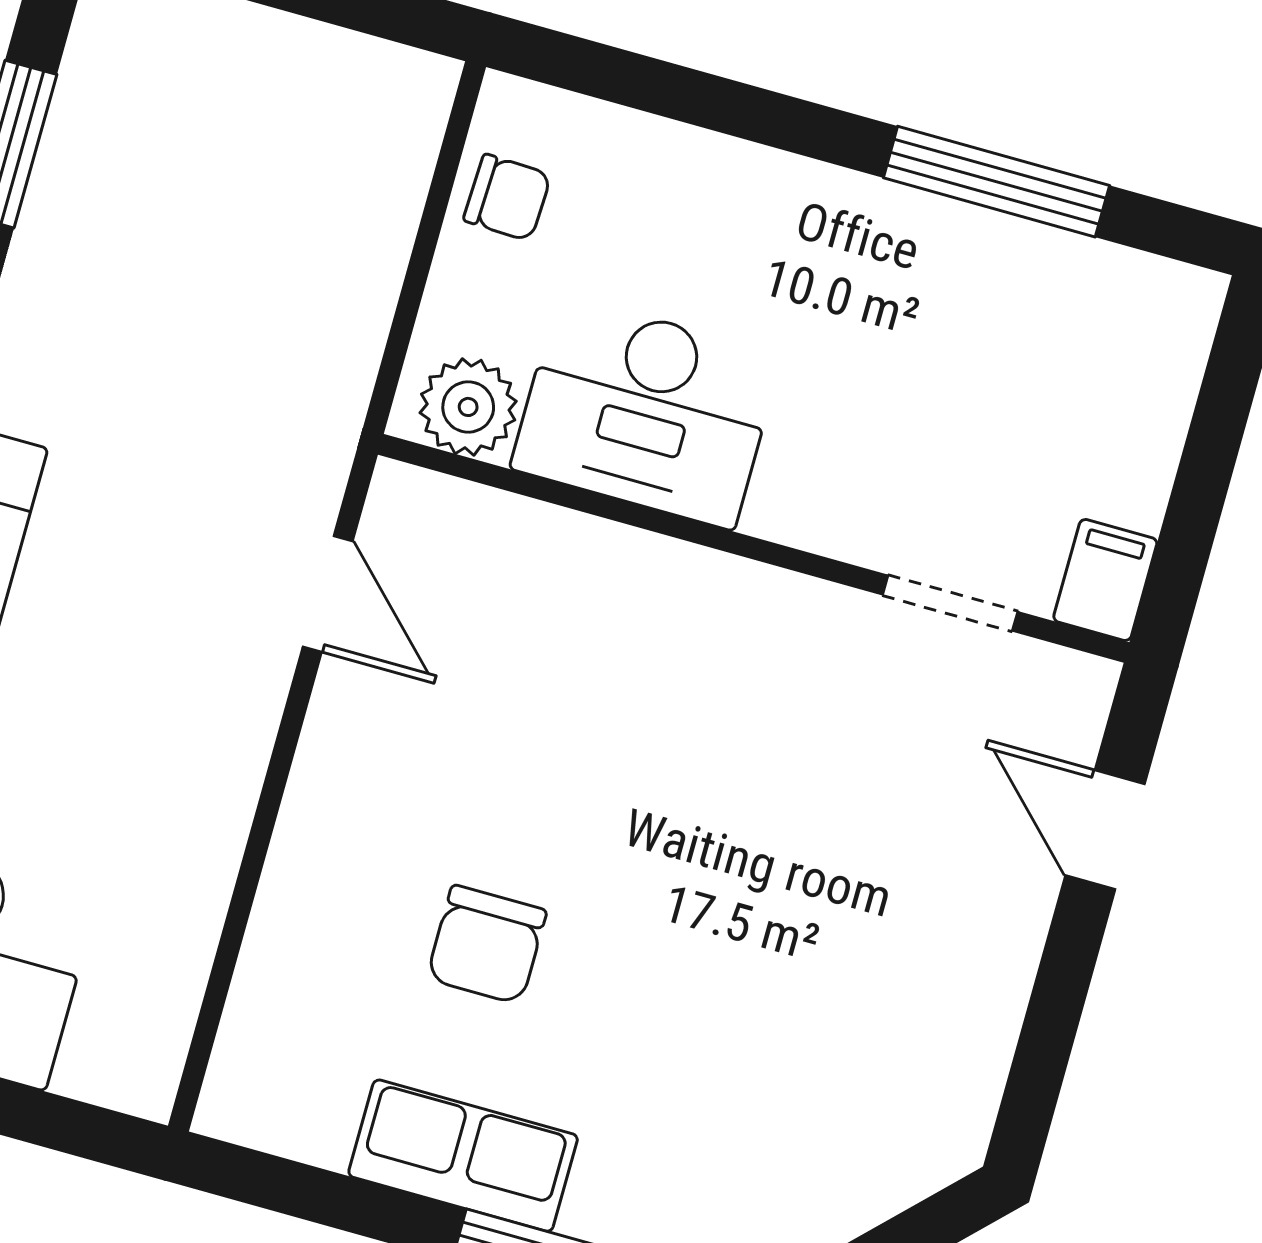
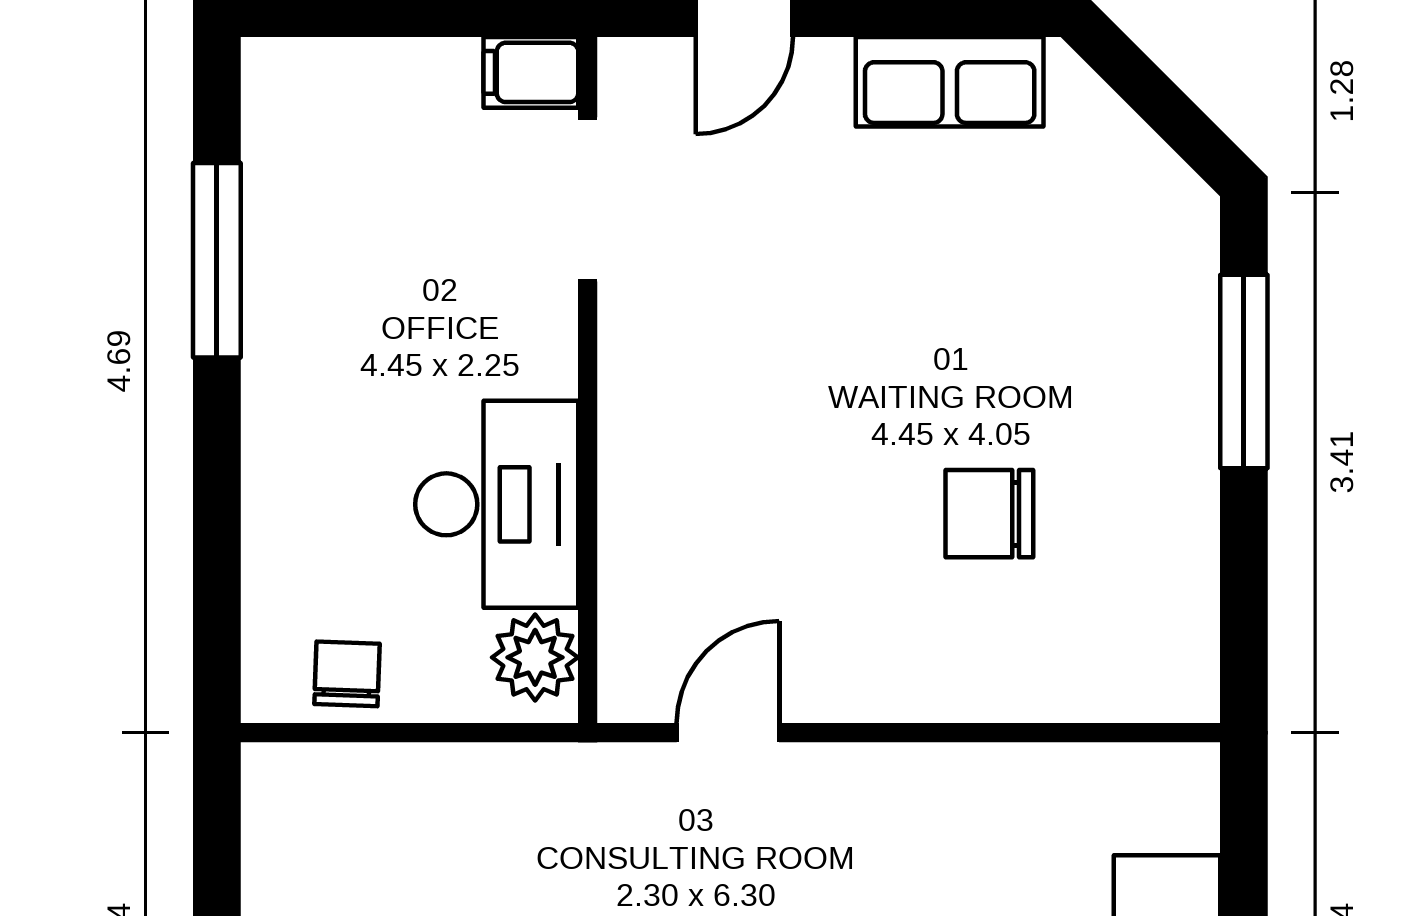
doorway: (950, 603) -> (588, 199), width x1.38
chair: (487, 945) -> (989, 514), turned 180
row of seats: (463, 1156) -> (950, 82), moved, turned -90

